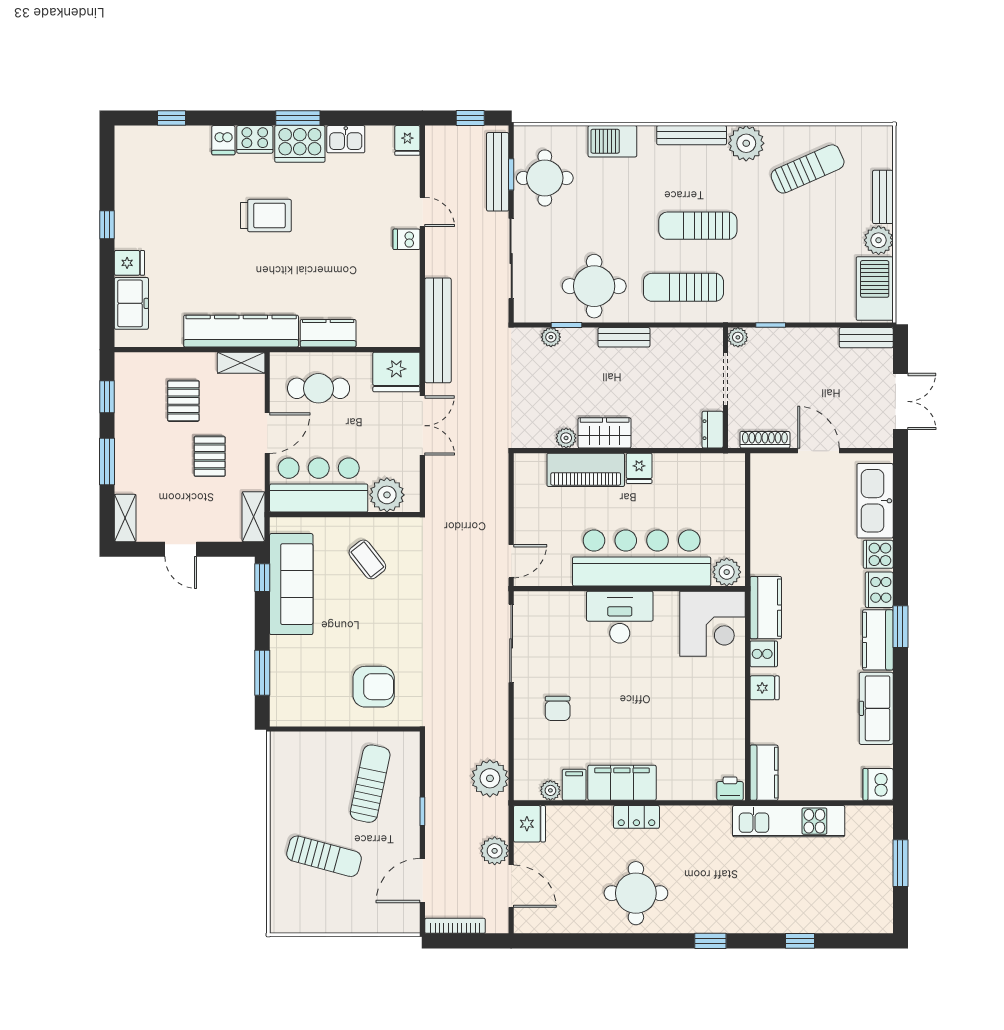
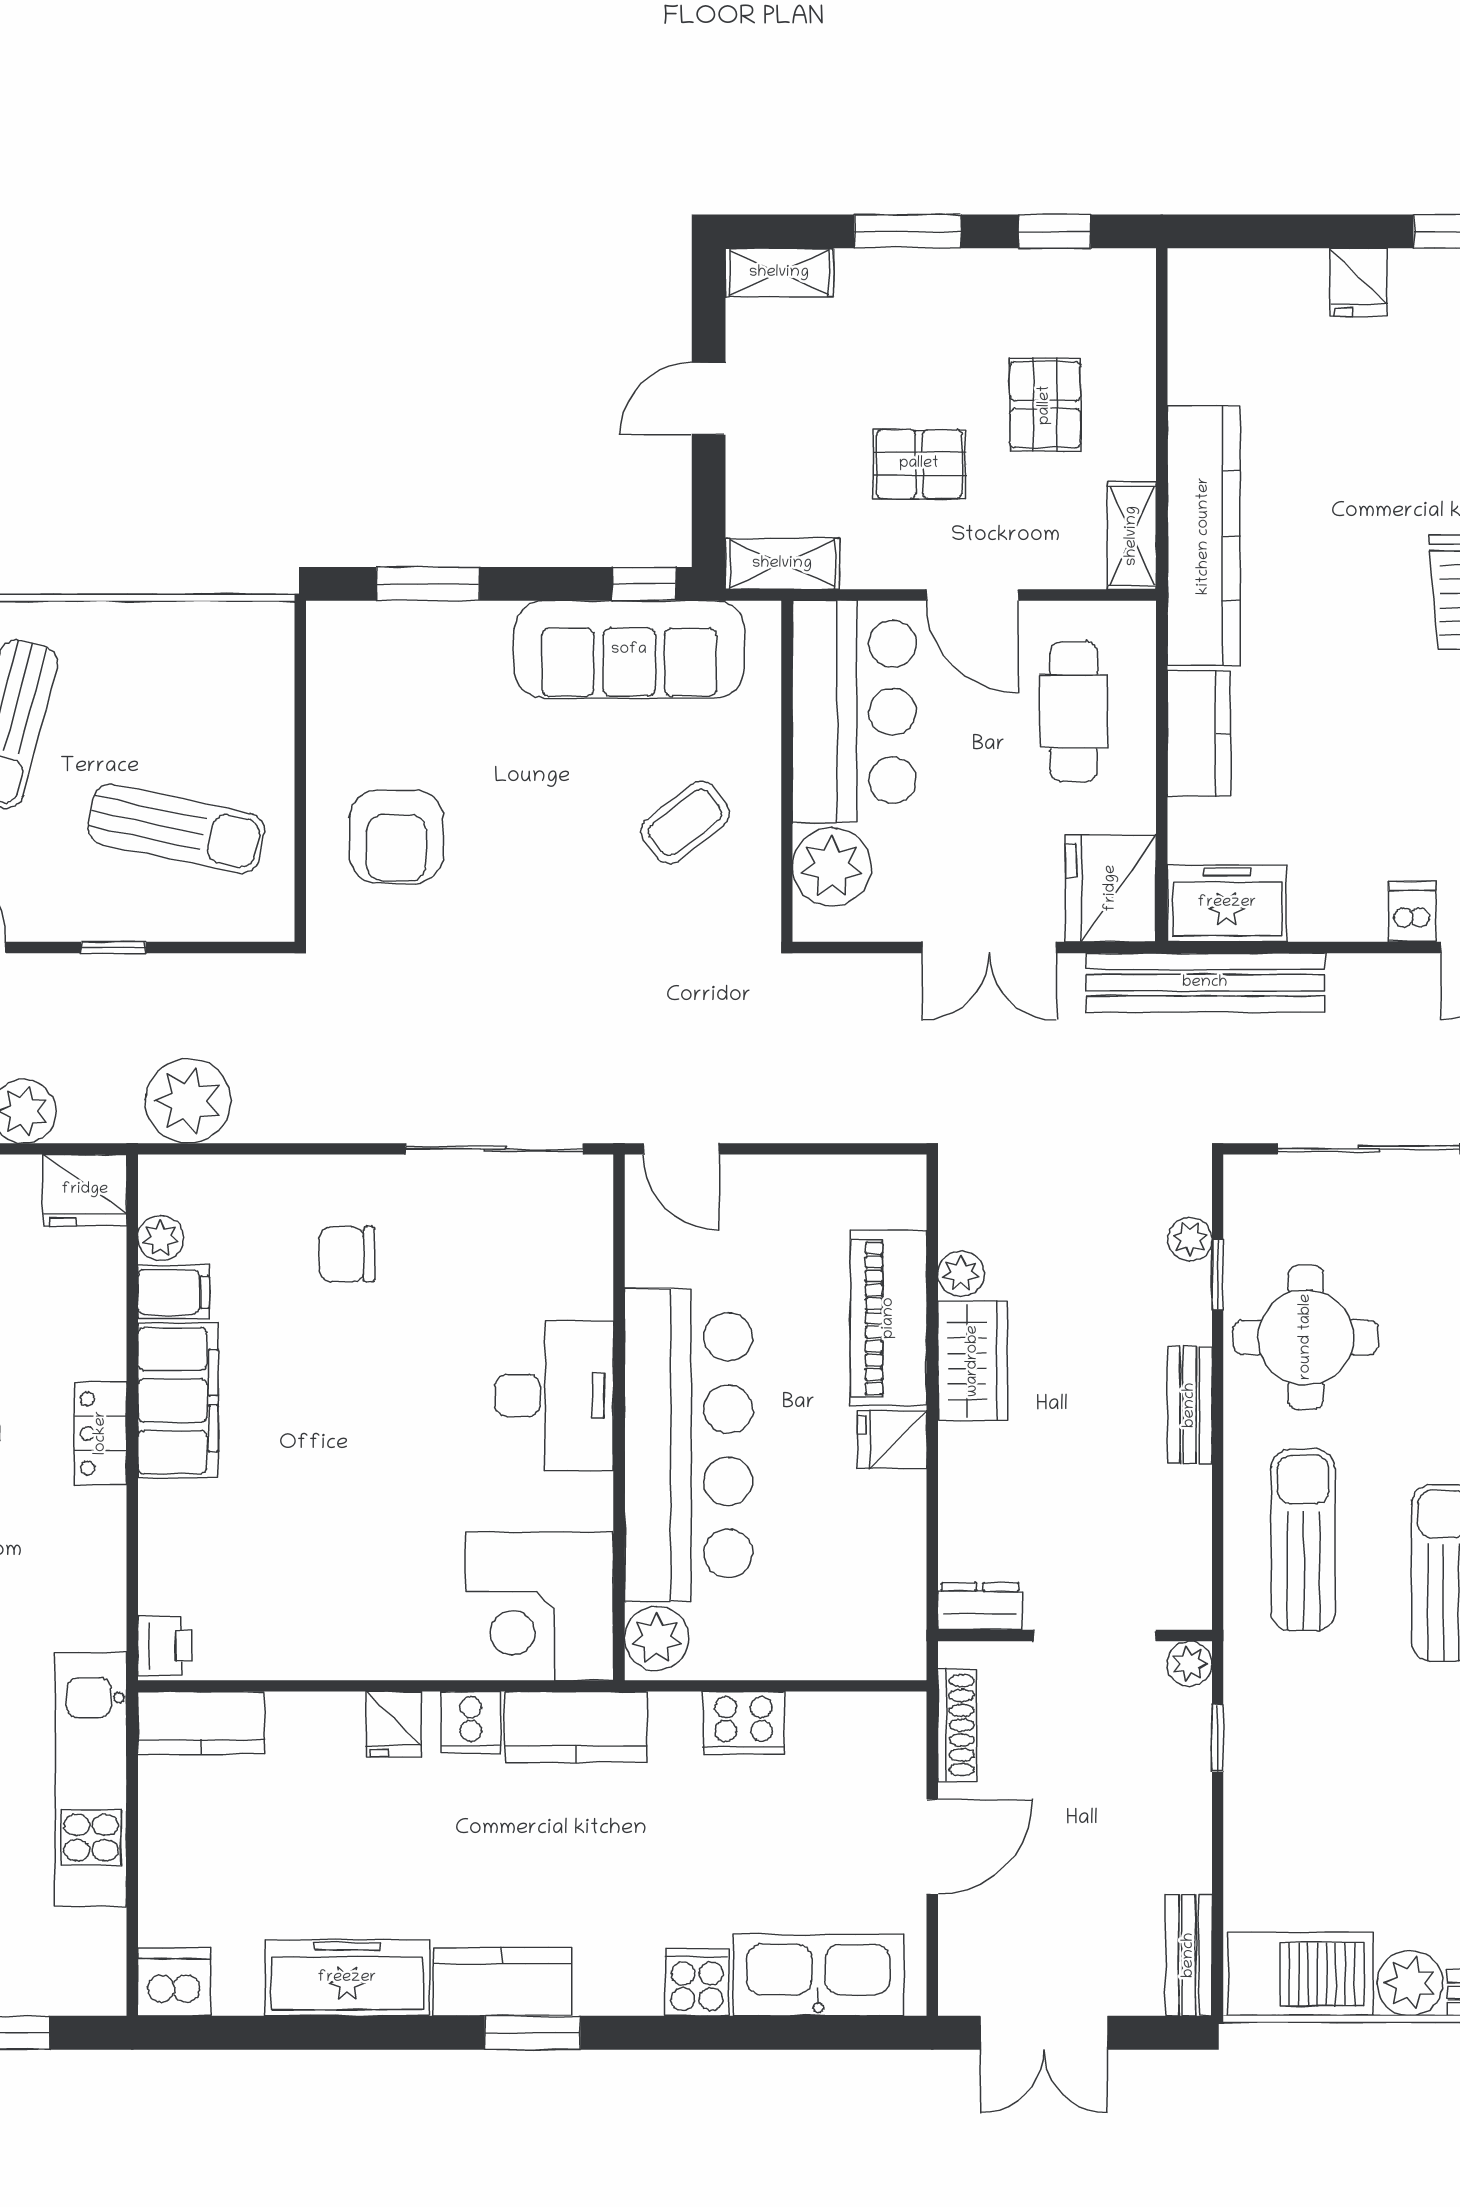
freezer: (131, 303) -> (1227, 903), moved, turned 180
pallet: (183, 401) -> (1045, 405), turned 90
cooker: (879, 590) -> (744, 1723), moved, turned 180

